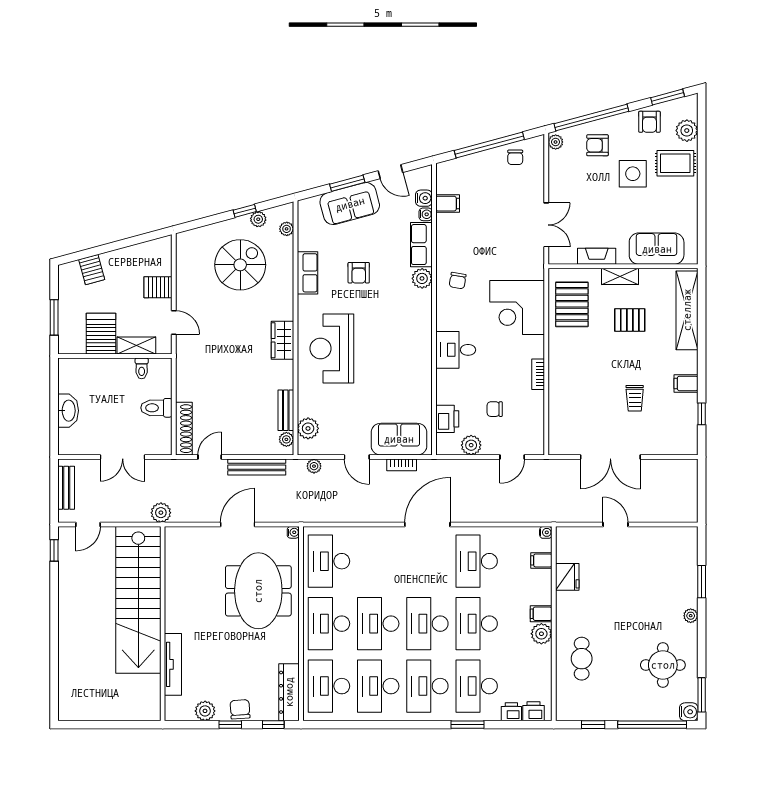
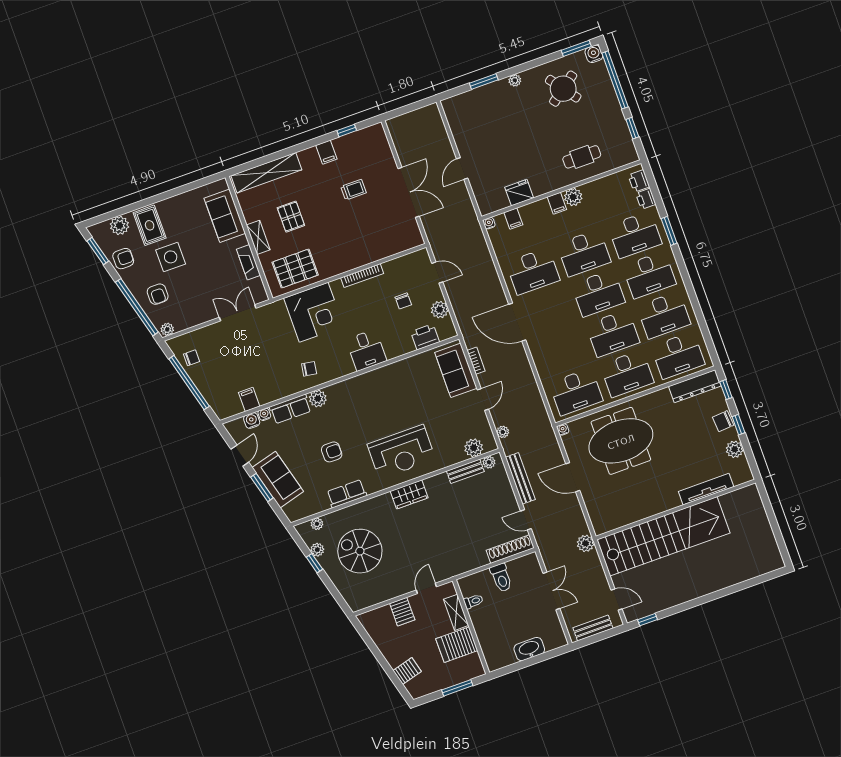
bookcase: (538, 374) -> (362, 276), width x1.56
round table: (663, 665) -> (563, 89), turned -37

